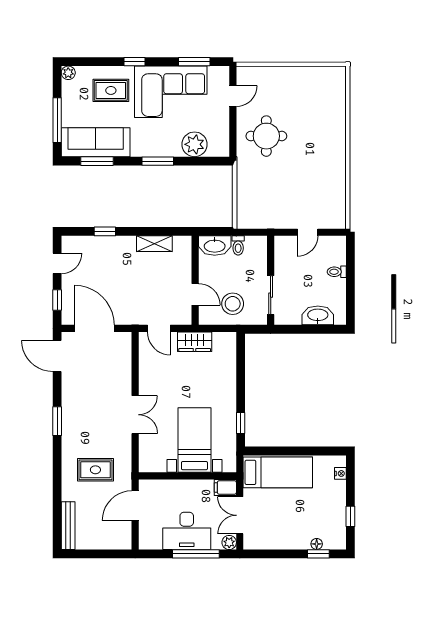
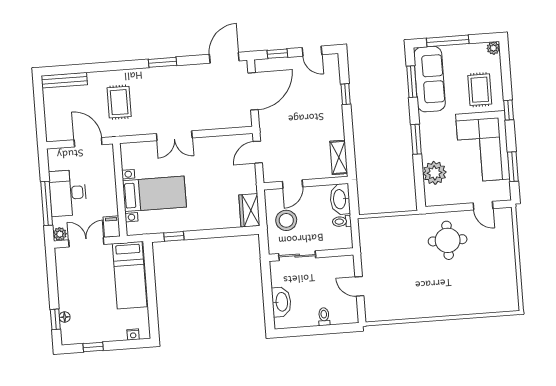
shelving: (154, 244) -> (339, 157), moved
wardrobe: (195, 342) -> (249, 210), moved

